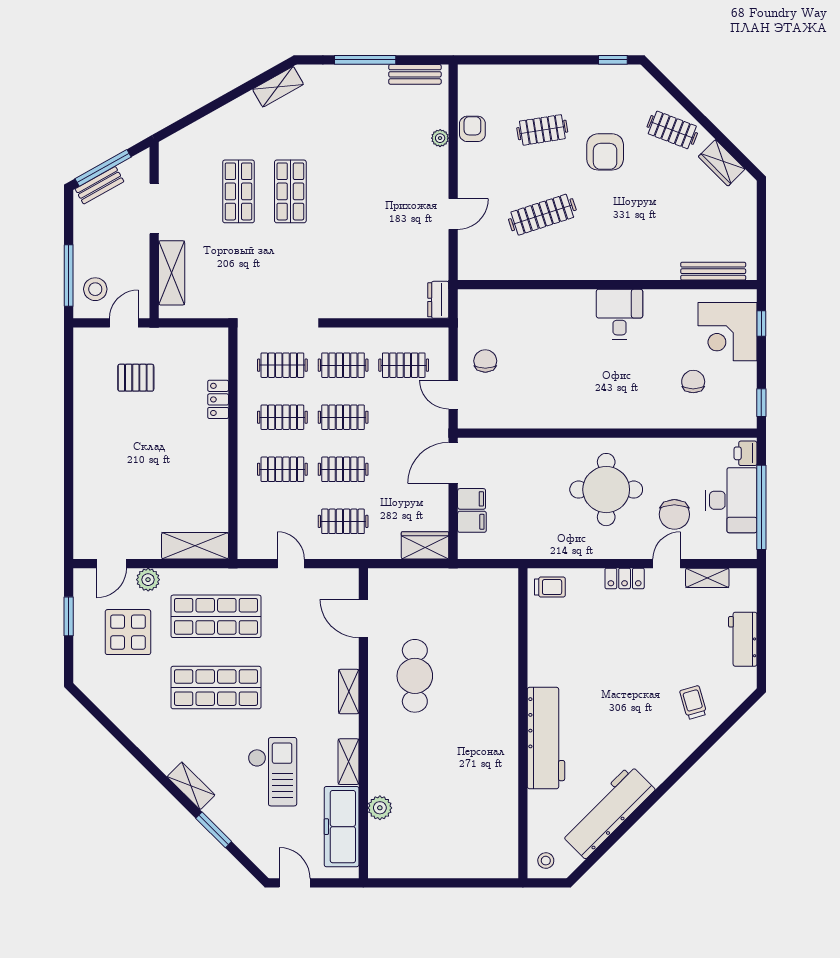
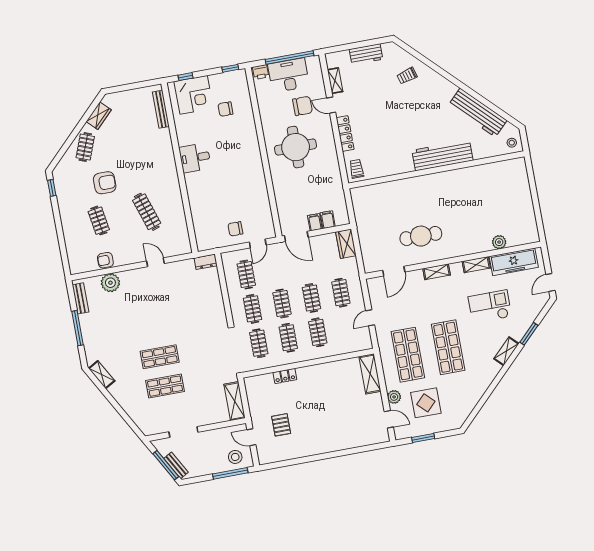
plant: (440, 138) -> (110, 283), width x1.88, depth x1.88
shelving: (172, 273) -> (235, 401), moved, turned 90
locker: (625, 578) -> (345, 134), width x1.53

